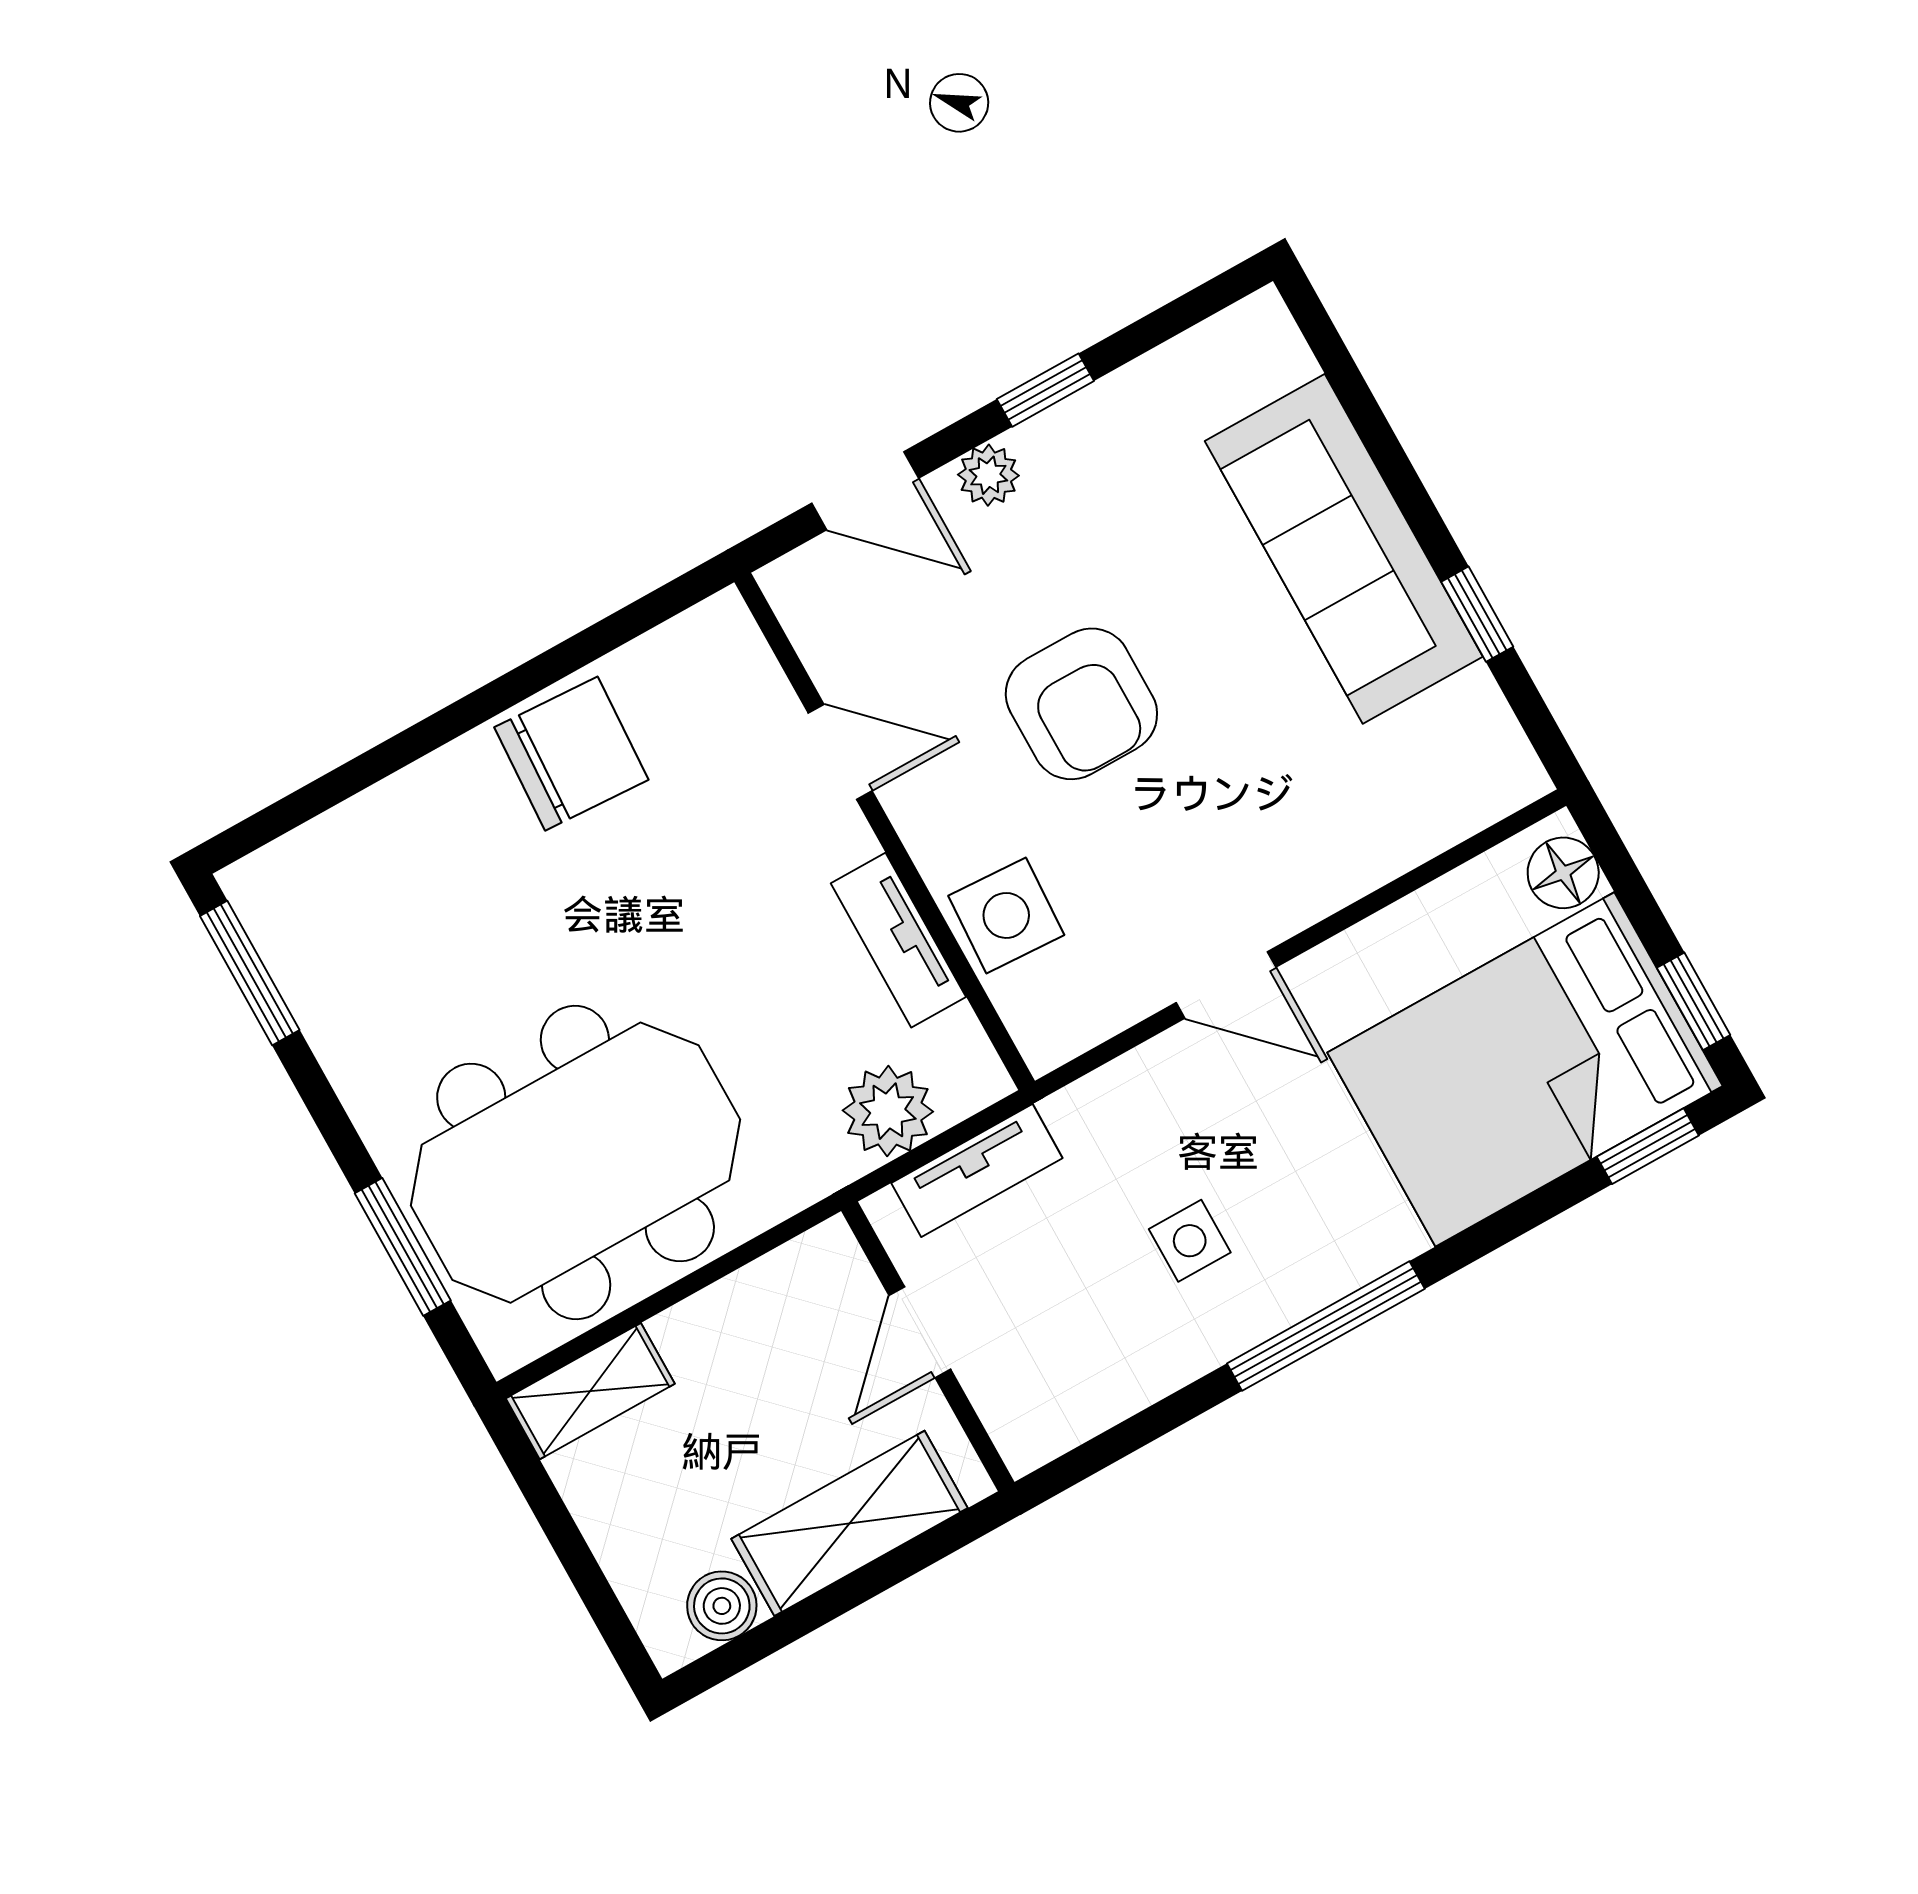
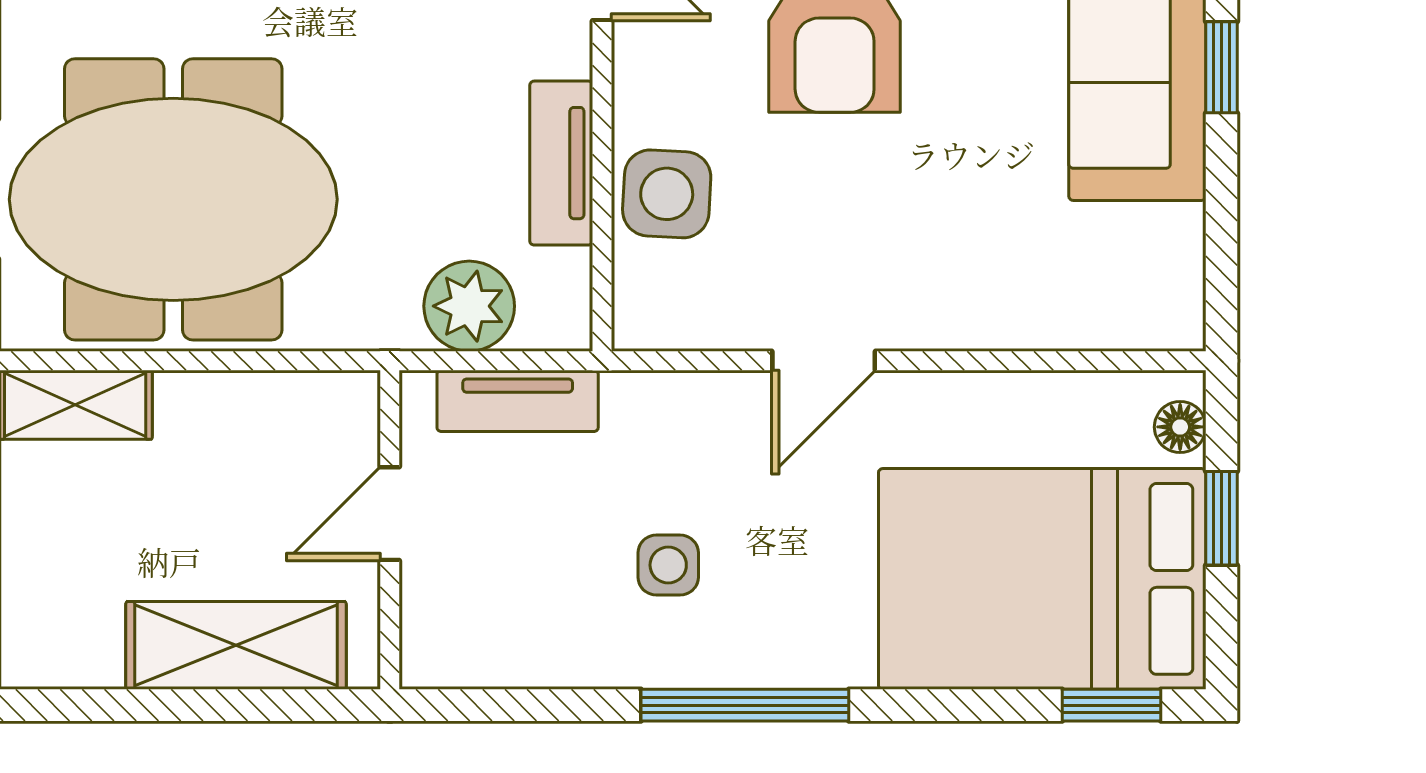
window: (1477, 614) -> (1222, 67), moved
floor lamp: (1563, 873) -> (1180, 427), width x0.73, depth x0.73
door: (1226, 985) -> (824, 361), hinge flipped
window: (1694, 1001) -> (1222, 518), moved
boiler: (722, 1606) -> (85, 655), removed

